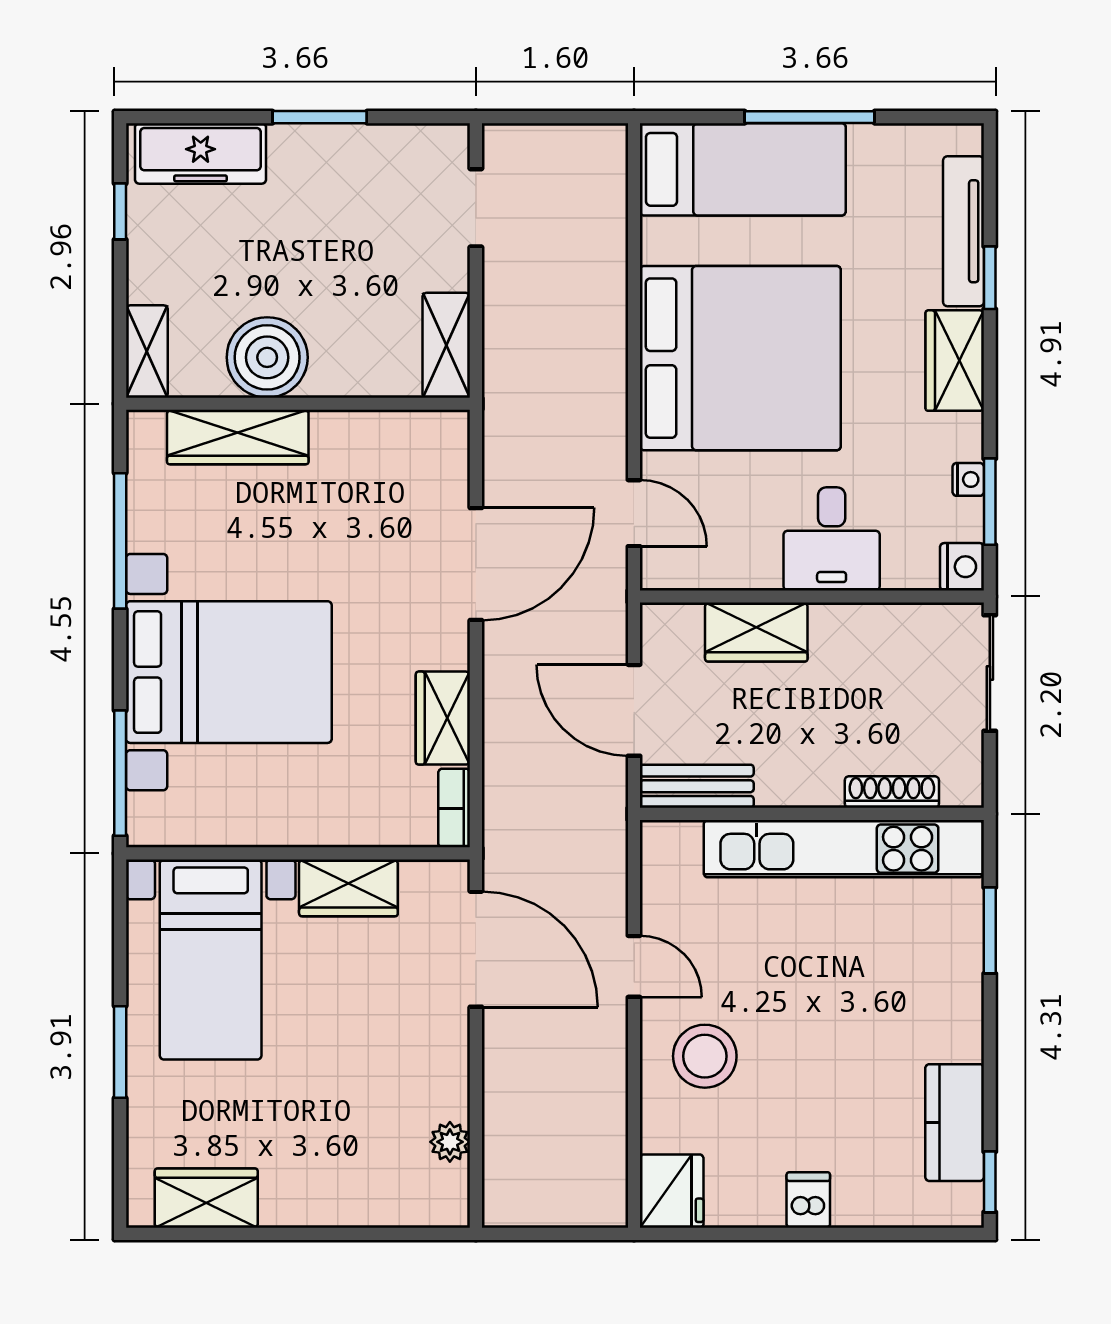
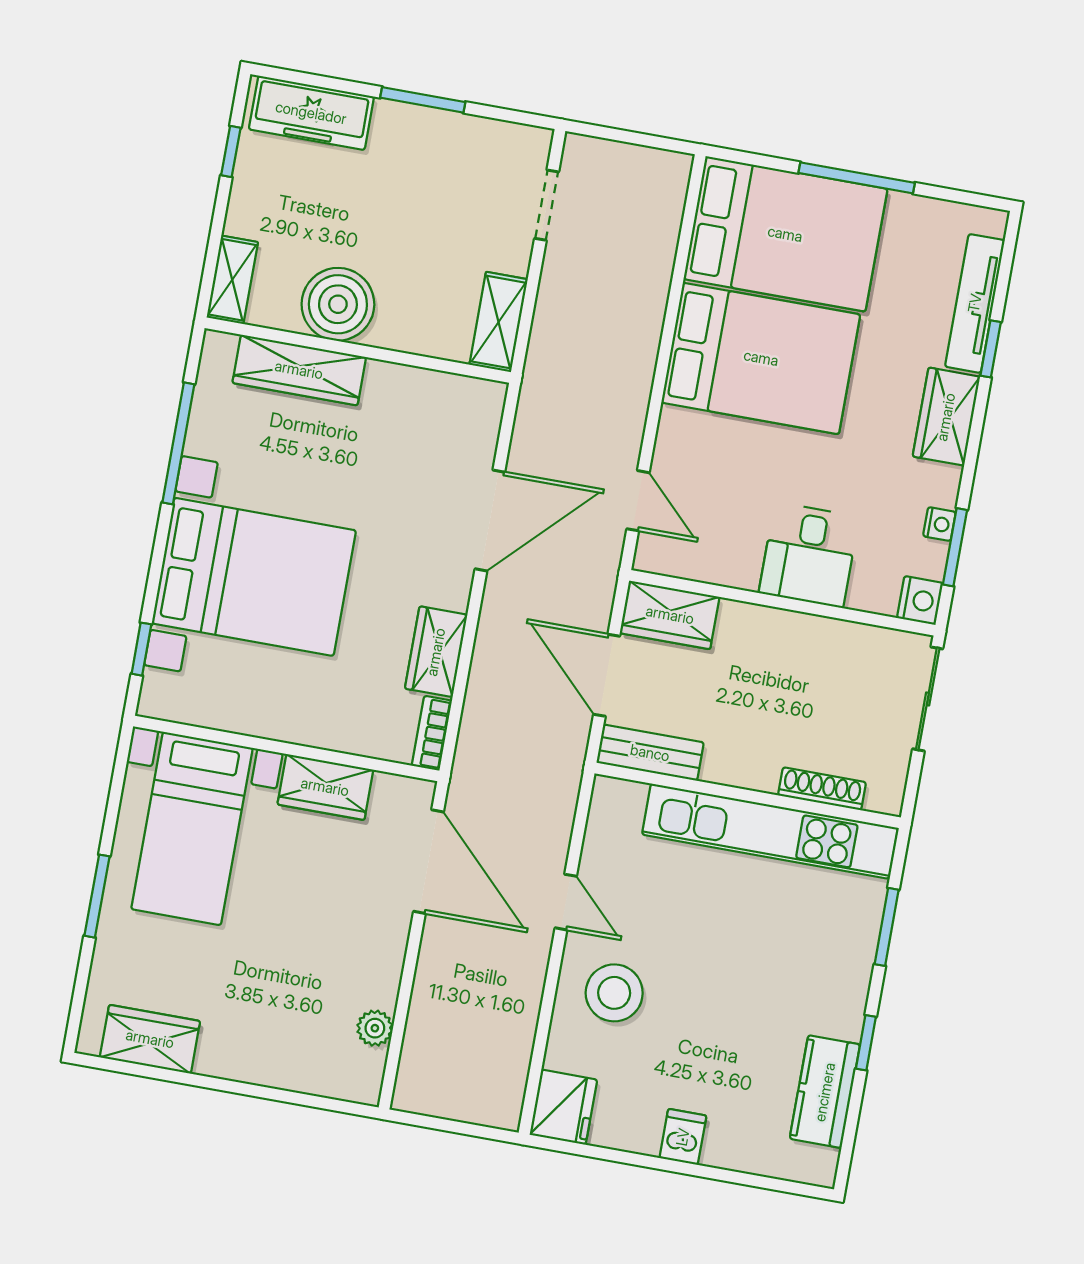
bed: (743, 169) -> (785, 234), width x1.50
bed: (740, 358) -> (761, 358), width x0.73
wardrobe: (756, 632) -> (670, 615), moved
window: (120, 773) -> (141, 649), width x0.46
window: (990, 1182) -> (866, 1043), moved

